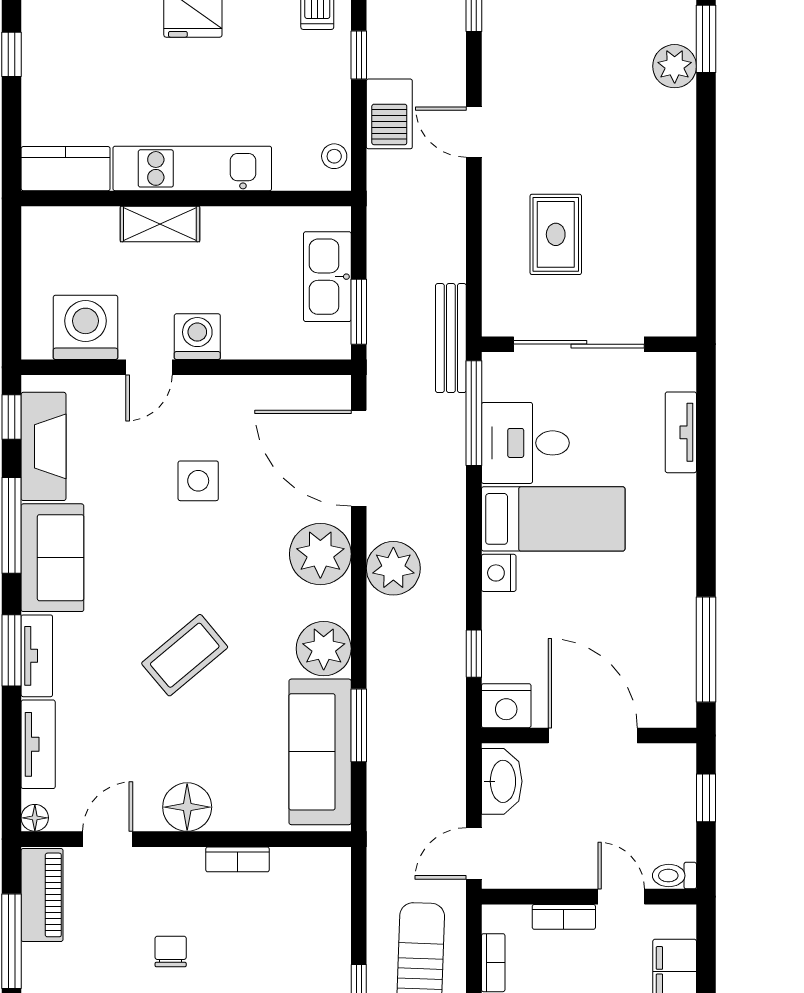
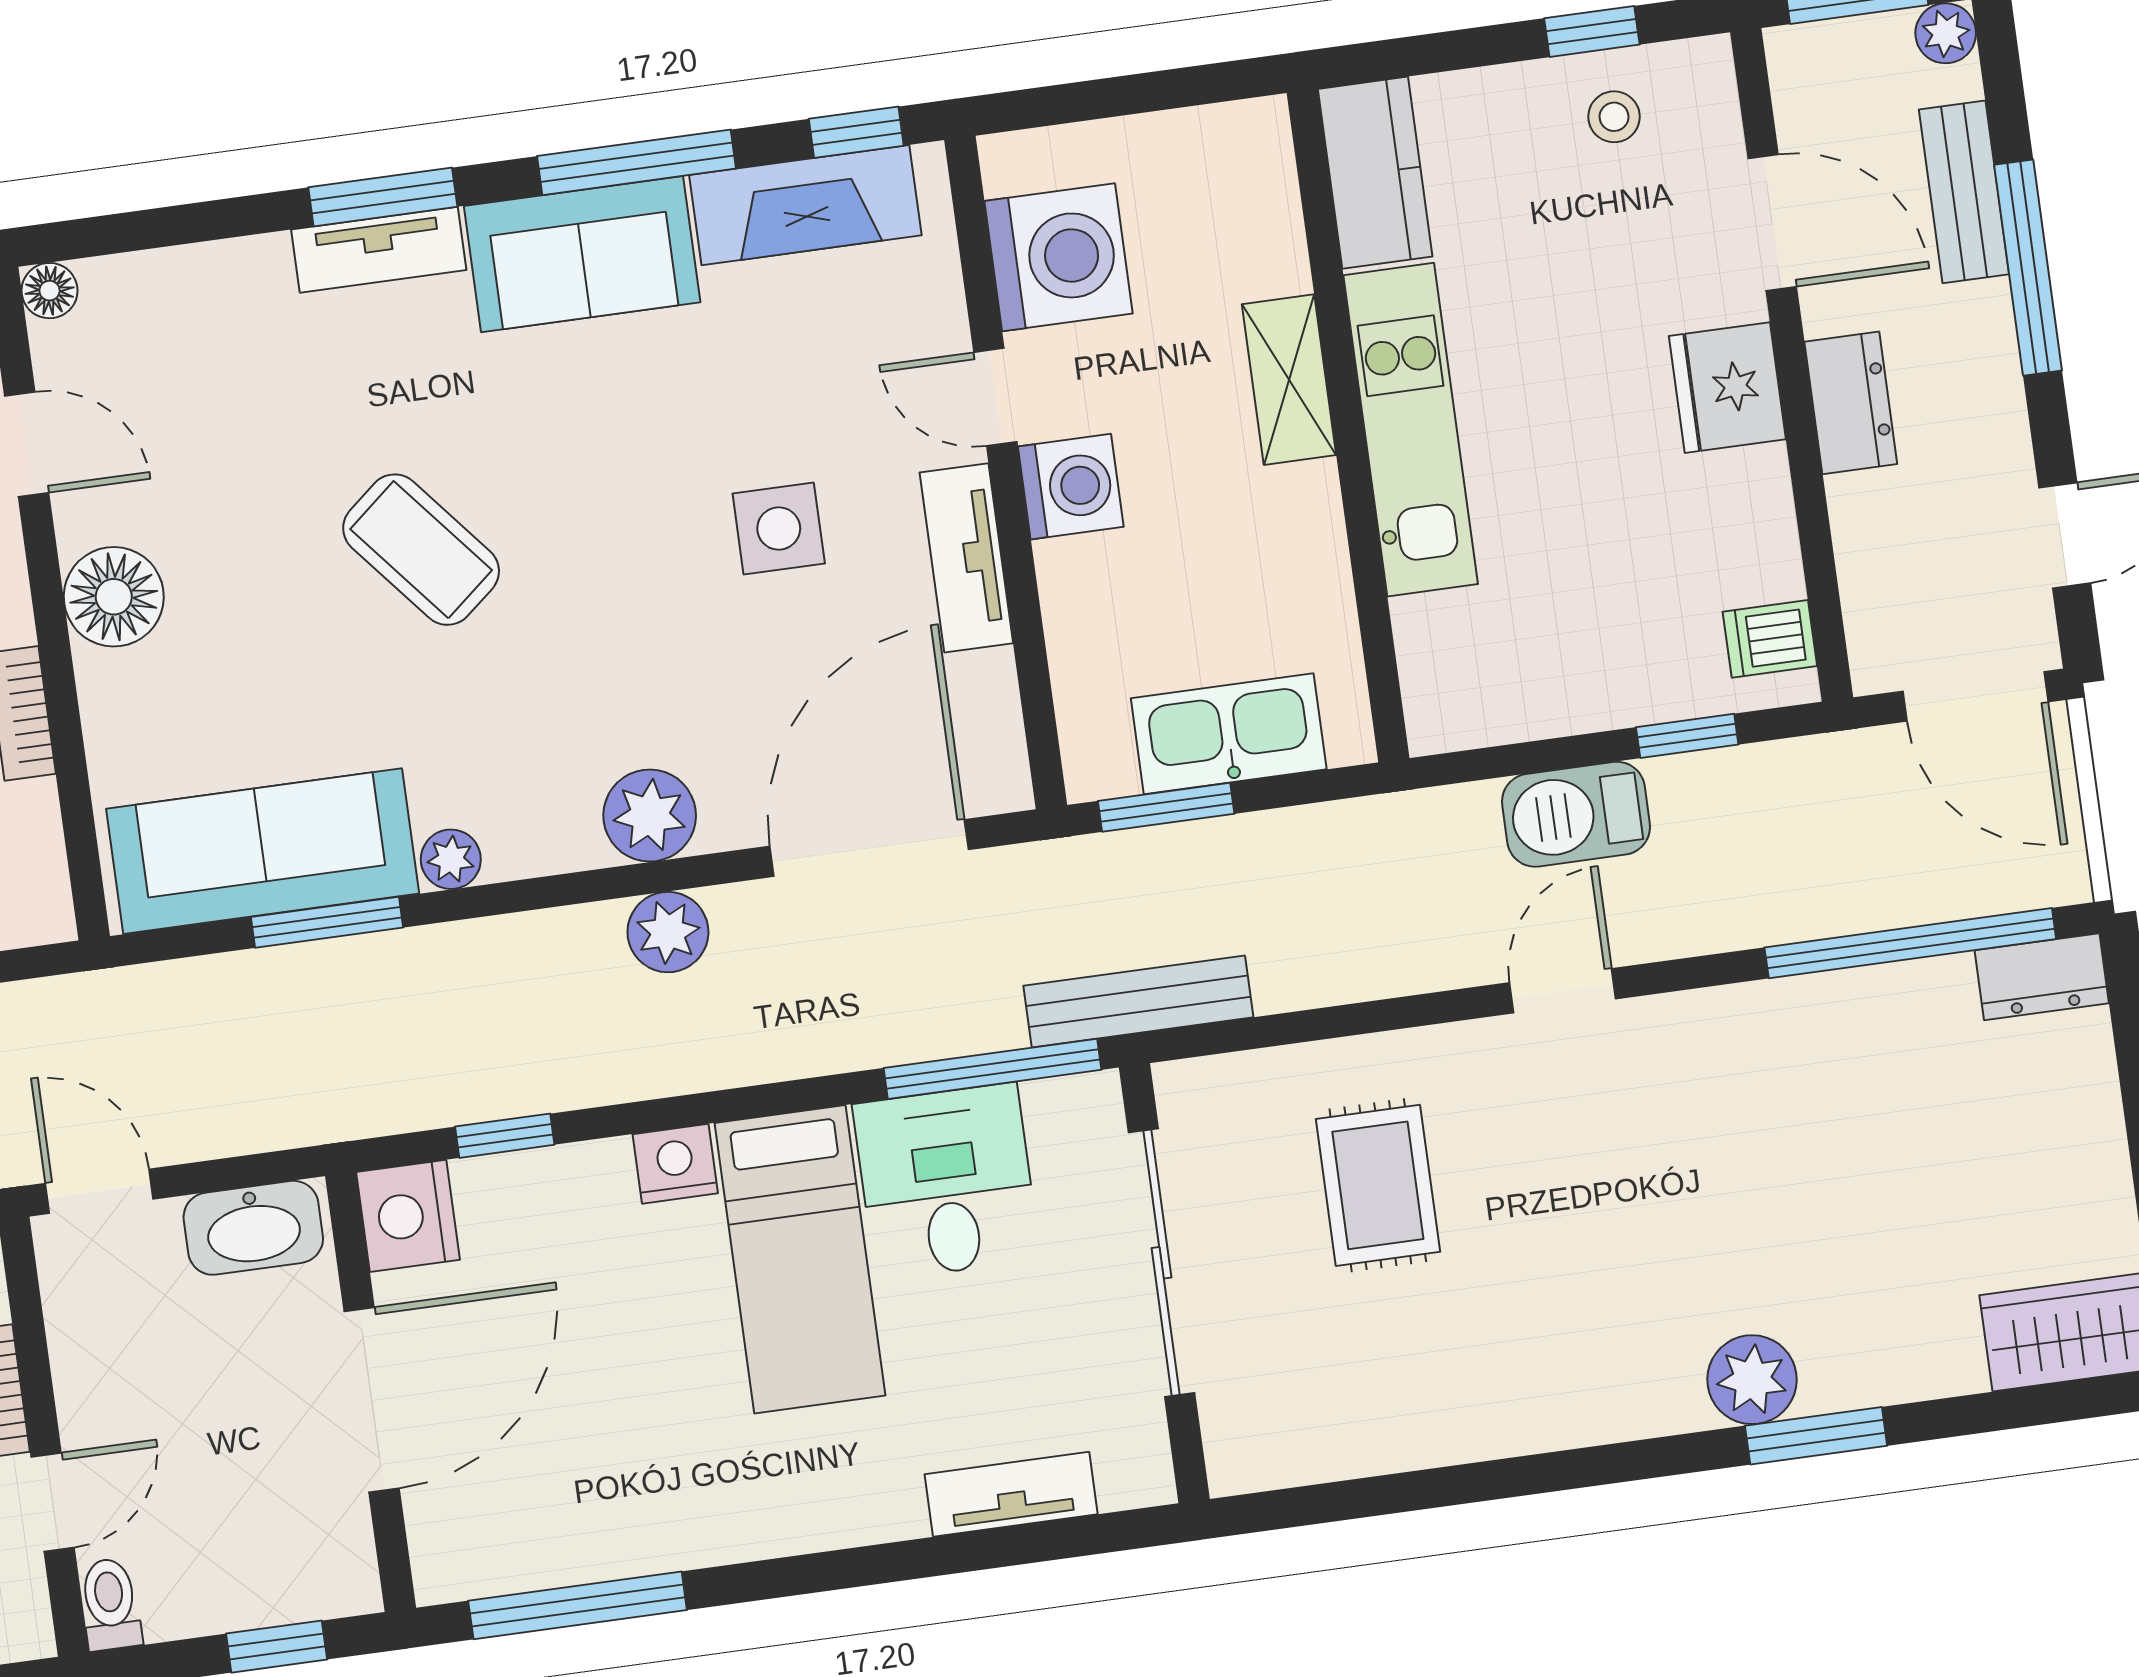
stool: (334, 156) -> (1614, 117), moved
rug: (556, 234) -> (1378, 1185), turned 90
plant: (320, 554) -> (650, 816), width x0.73, depth x0.73
plant: (393, 568) -> (668, 932), width x0.73, depth x0.73
plant: (324, 649) -> (451, 859), width x0.53, depth x0.53
tv unit: (38, 744) -> (966, 558), moved, turned 90

